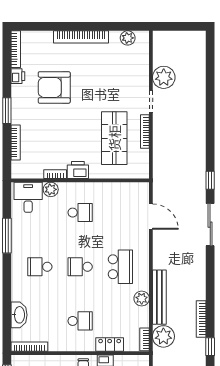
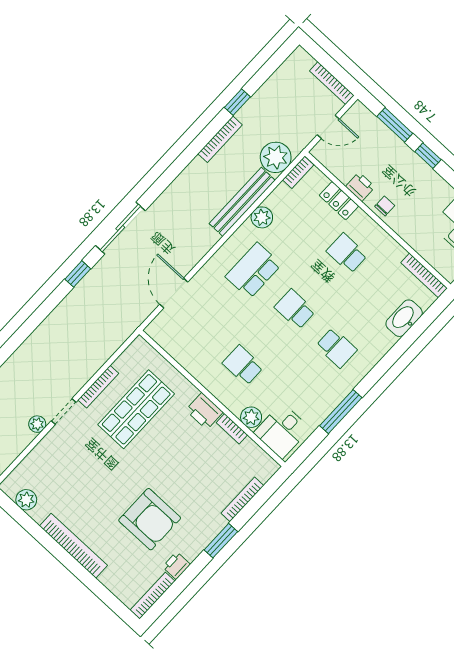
plant: (164, 77) -> (37, 424), width x0.53, depth x0.53
school desk: (80, 267) -> (295, 309), turned 180

